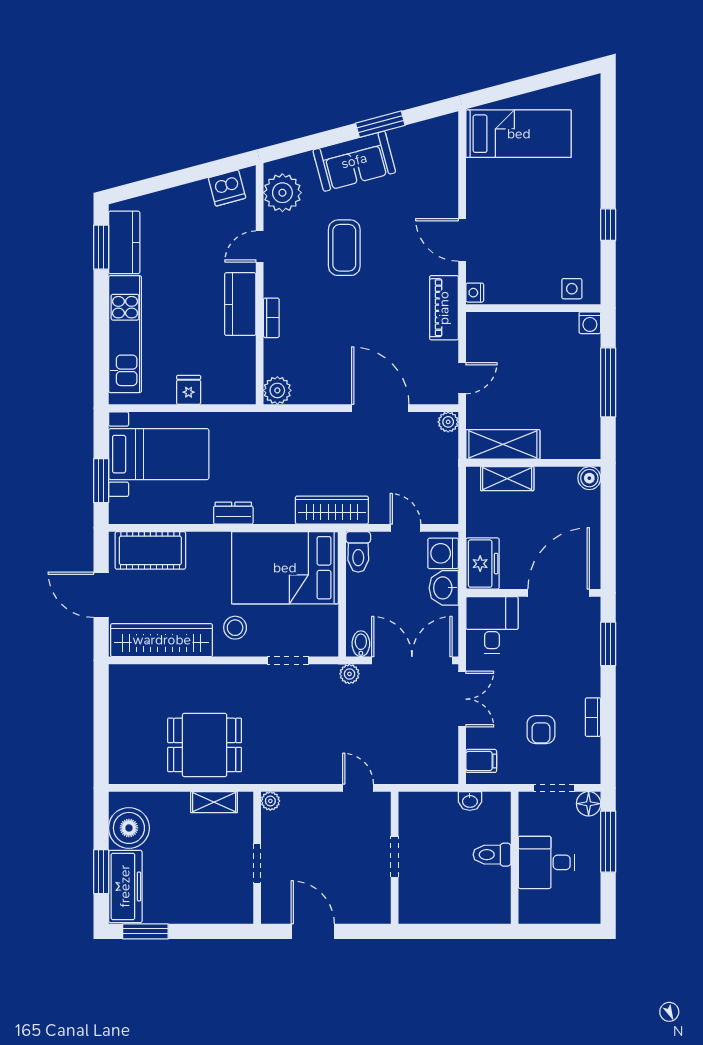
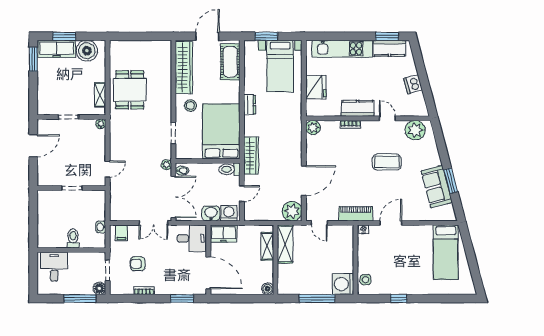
sofa: (354, 161) -> (437, 187), moved
dishwasher: (227, 188) -> (413, 84), moved
washing machine: (590, 323) -> (343, 284), width x1.89, depth x1.89
fridge: (189, 390) -> (316, 87), width x1.88, depth x1.34
plant: (448, 422) -> (292, 211), width x1.88, depth x1.88
desk: (546, 862) -> (54, 267), moved

